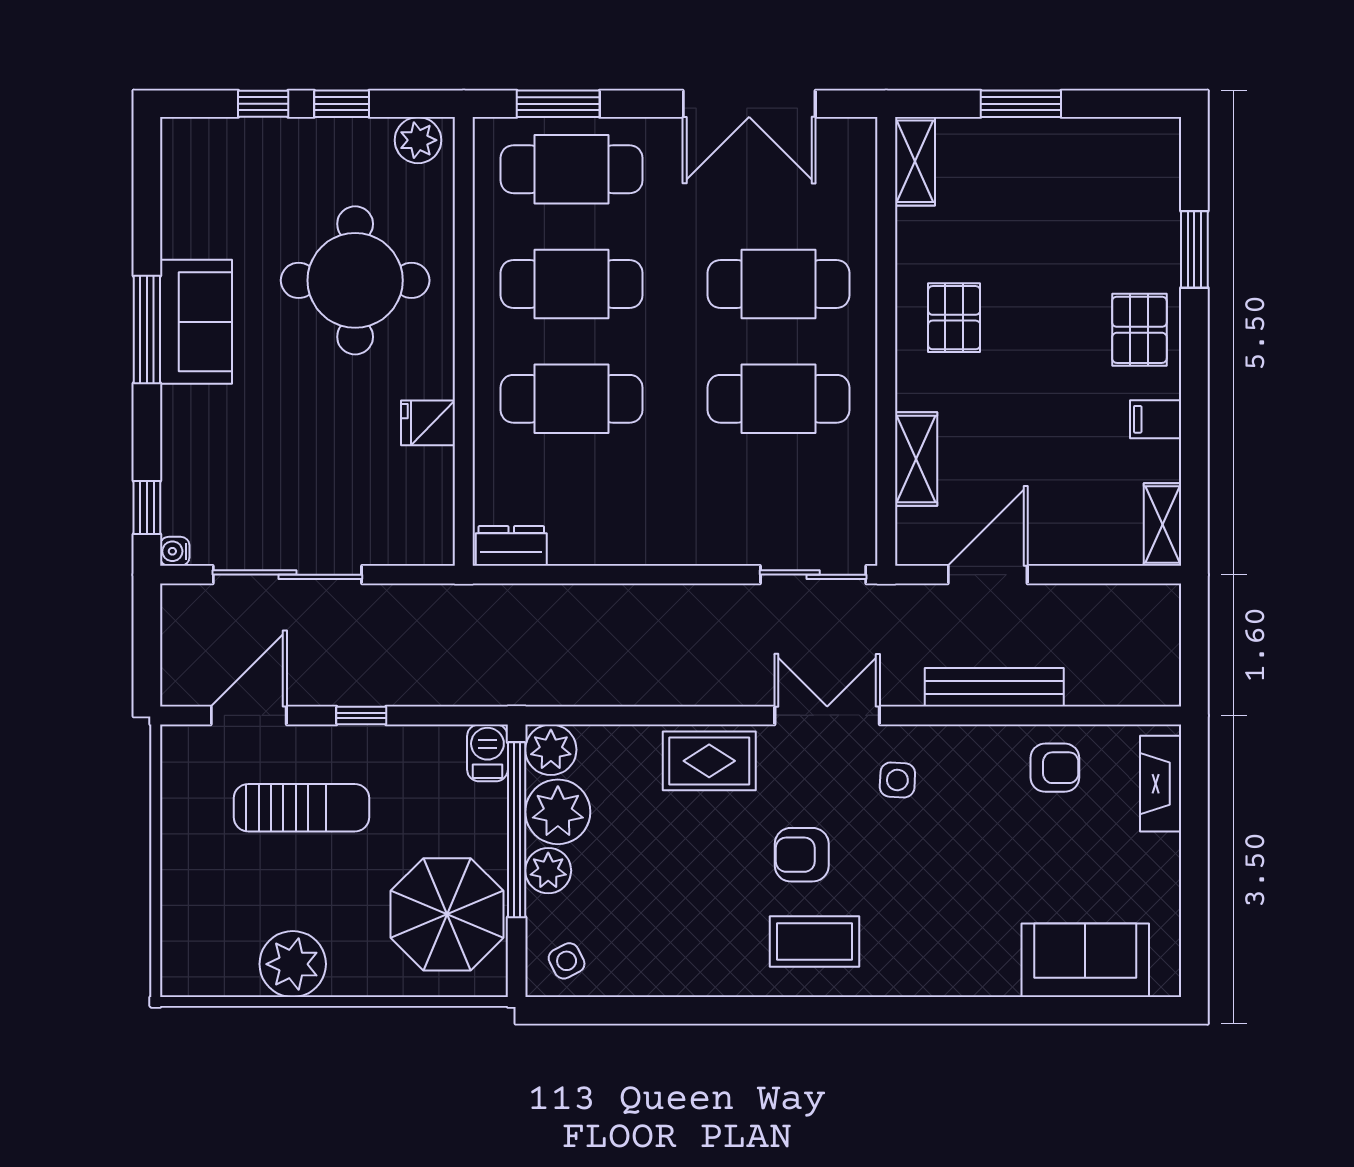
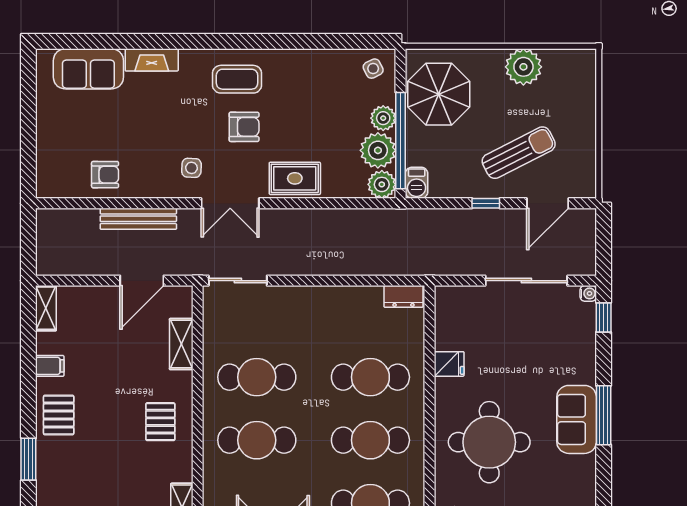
armchair: (1055, 768) -> (105, 175), turned 180
fireplace: (1161, 784) -> (152, 60), moved, turned 90
sun lounger: (301, 808) -> (519, 153), turned 153

